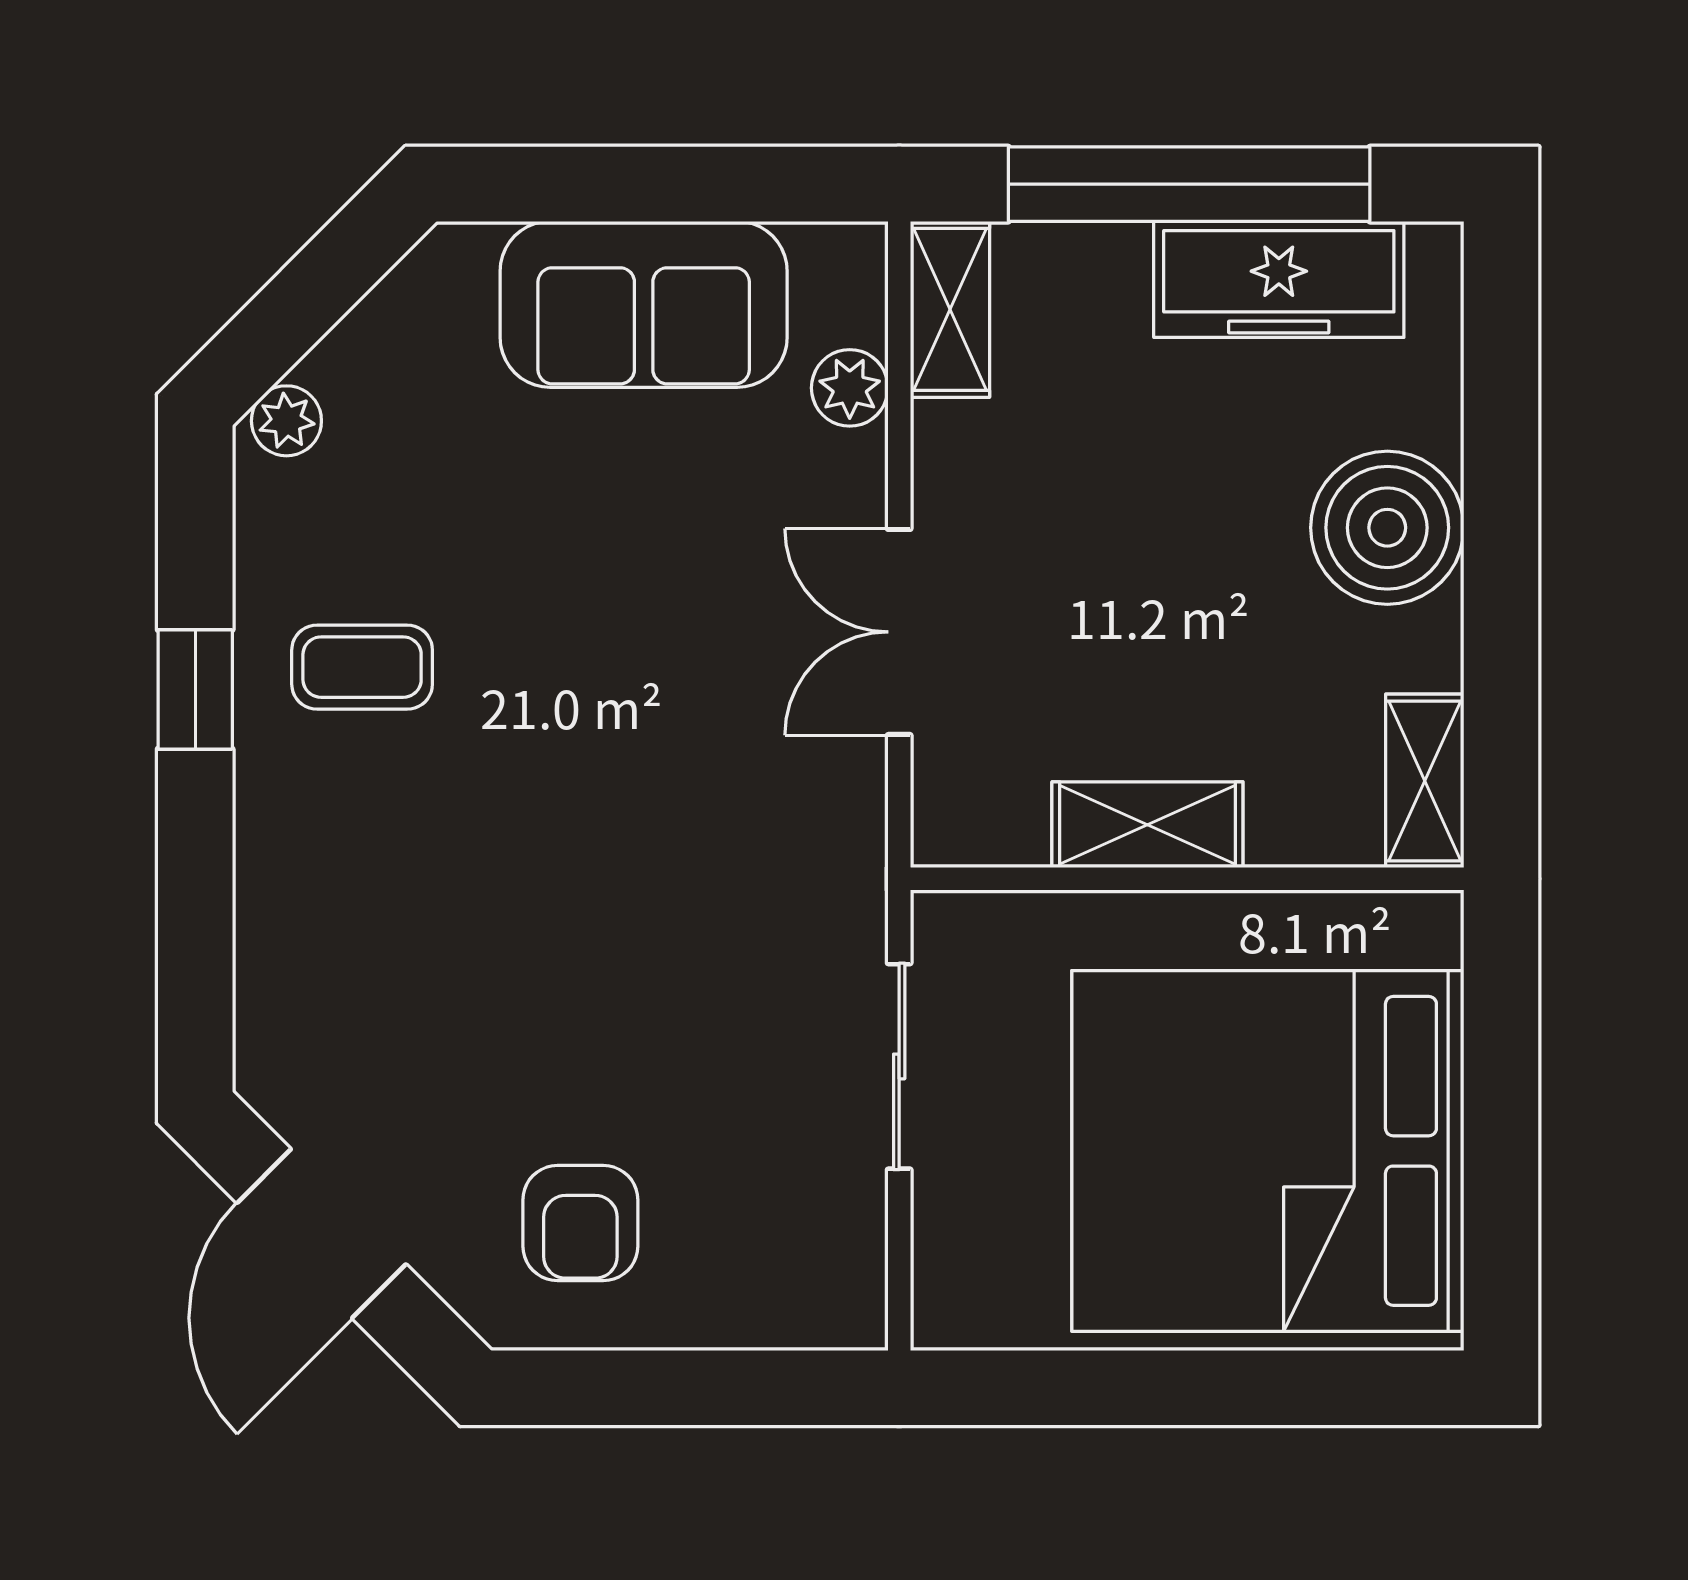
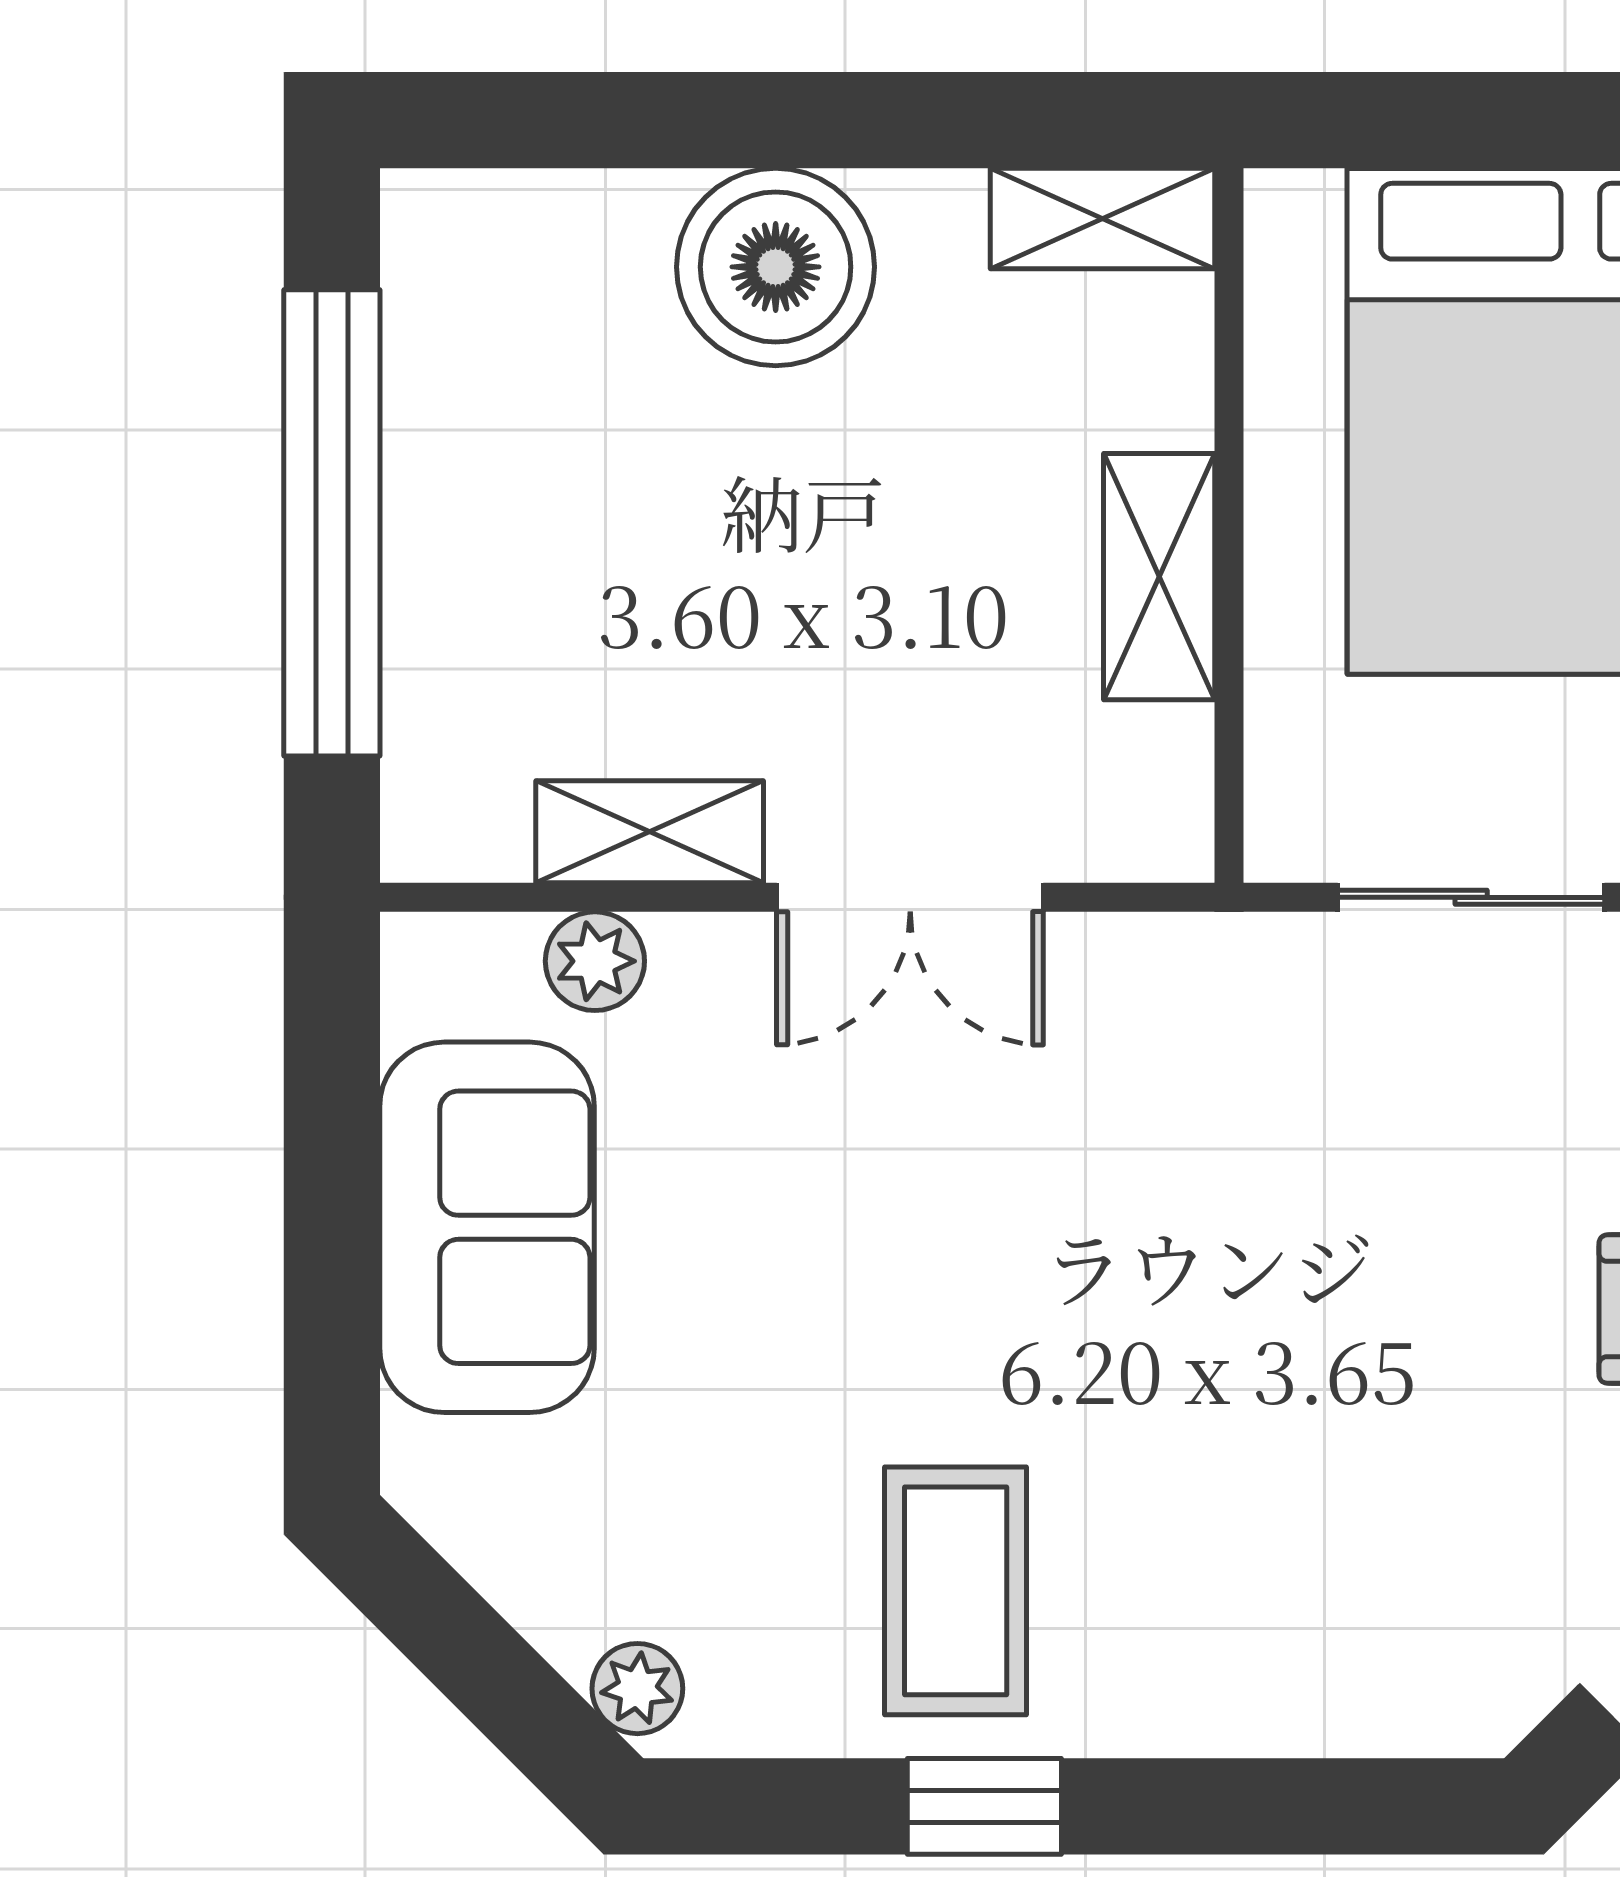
freezer: (1279, 279) -> (455, 407), removed
shelving: (950, 309) -> (650, 832), moved
coffee table: (362, 667) -> (956, 1591), width x1.36, depth x1.30

